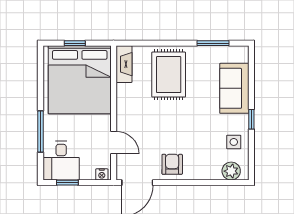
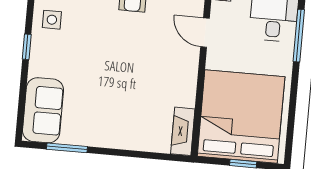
rug: (169, 75) -> (127, 113), removed
sofa: (234, 88) -> (43, 110), moved
window: (40, 131) -> (299, 36), moved

